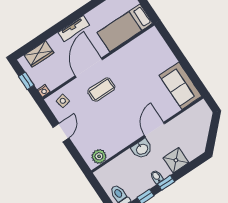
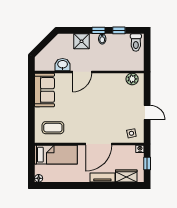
tv unit: (74, 29) -> (102, 178), moved
coffee table: (101, 90) -> (53, 128), moved
door: (61, 133) -> (147, 113), swing flipped
washbasin: (142, 149) -> (63, 65), moved

